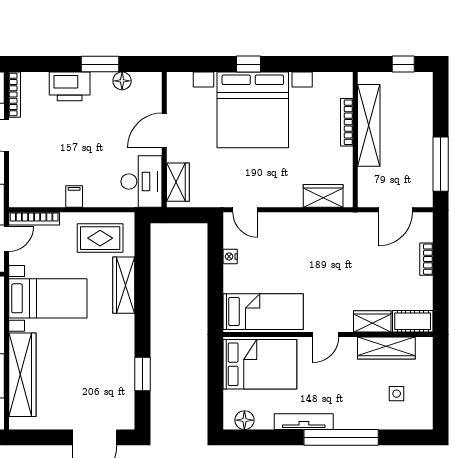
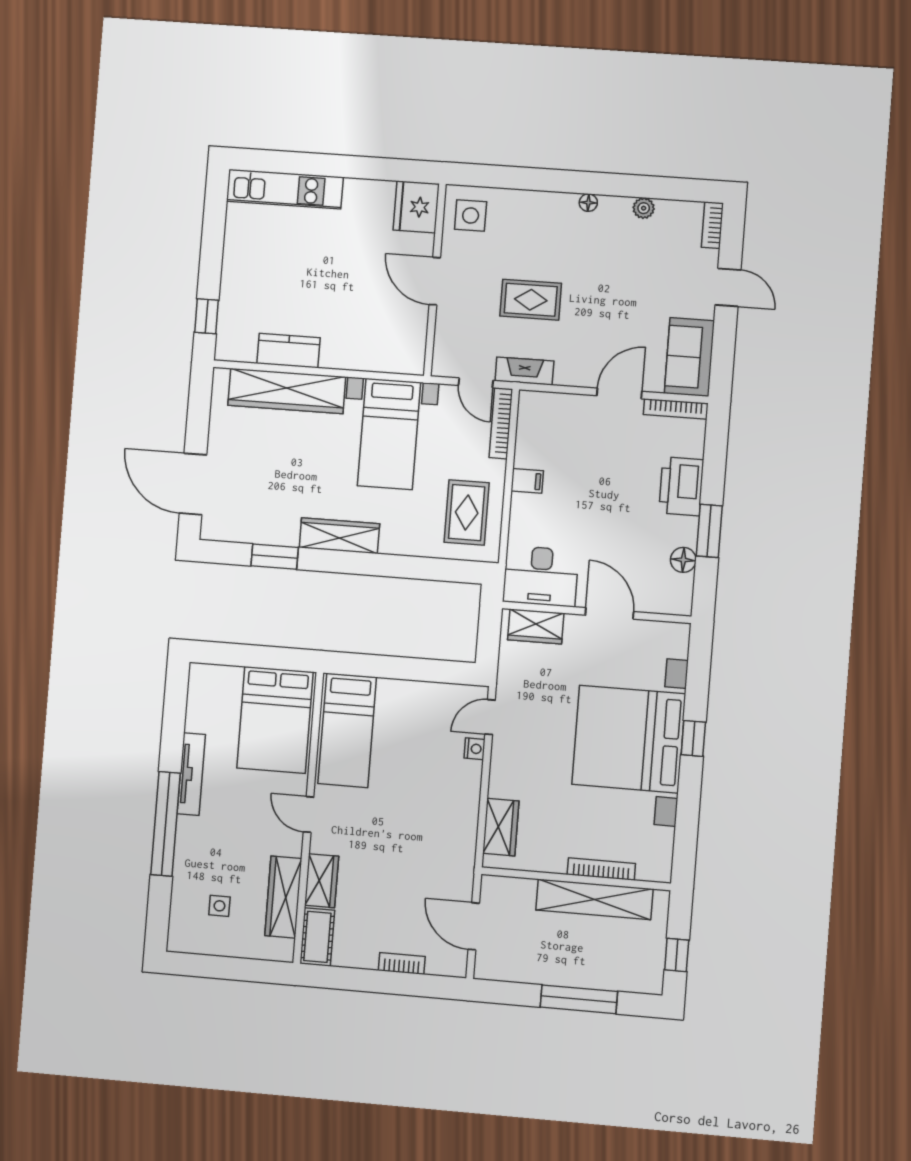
window: (441, 164) -> (579, 999), moved
nightstand: (230, 256) -> (475, 749), moved, turned 90
wardrobe: (124, 285) -> (339, 536), moved
floor lamp: (244, 420) -> (200, 692), removed

